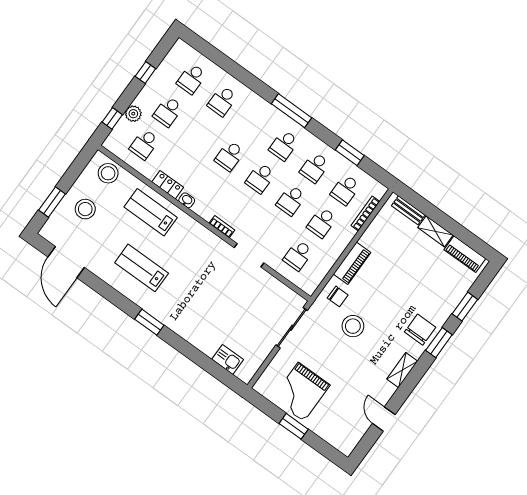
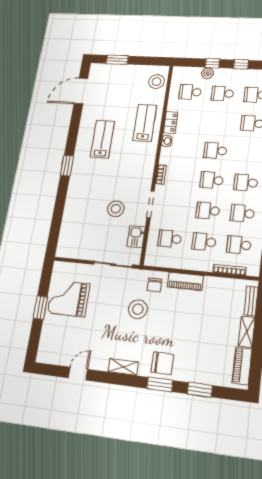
window: (112, 118) -> (212, 63), moved
stool: (85, 209) -> (116, 209), moved
kitchen sink: (228, 359) -> (136, 237), moved, turned 180

